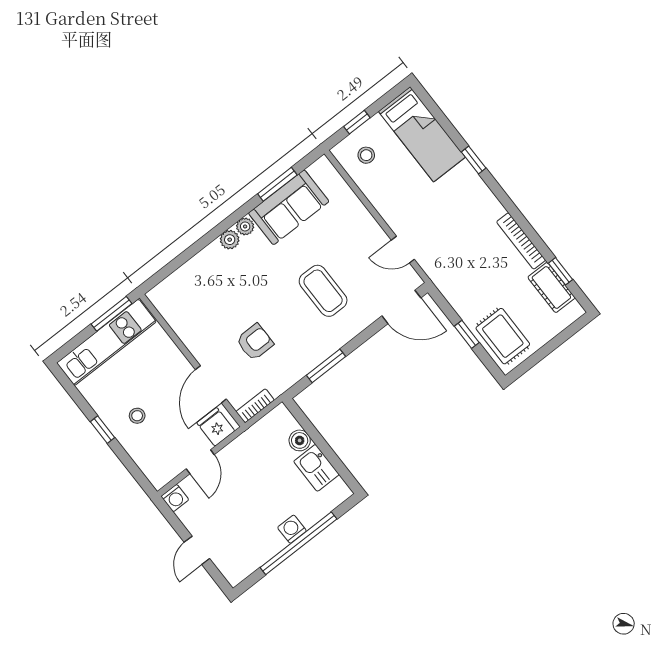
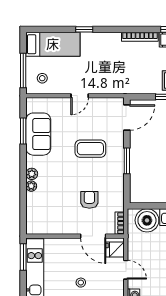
window: (357, 122) -> (23, 70), width x2.17
plant: (245, 226) -> (31, 186), moved
door: (403, 250) -> (80, 96), moved
window: (326, 366) -> (127, 161), moved
boiler: (300, 440) -> (147, 220), width x1.86, depth x1.86

